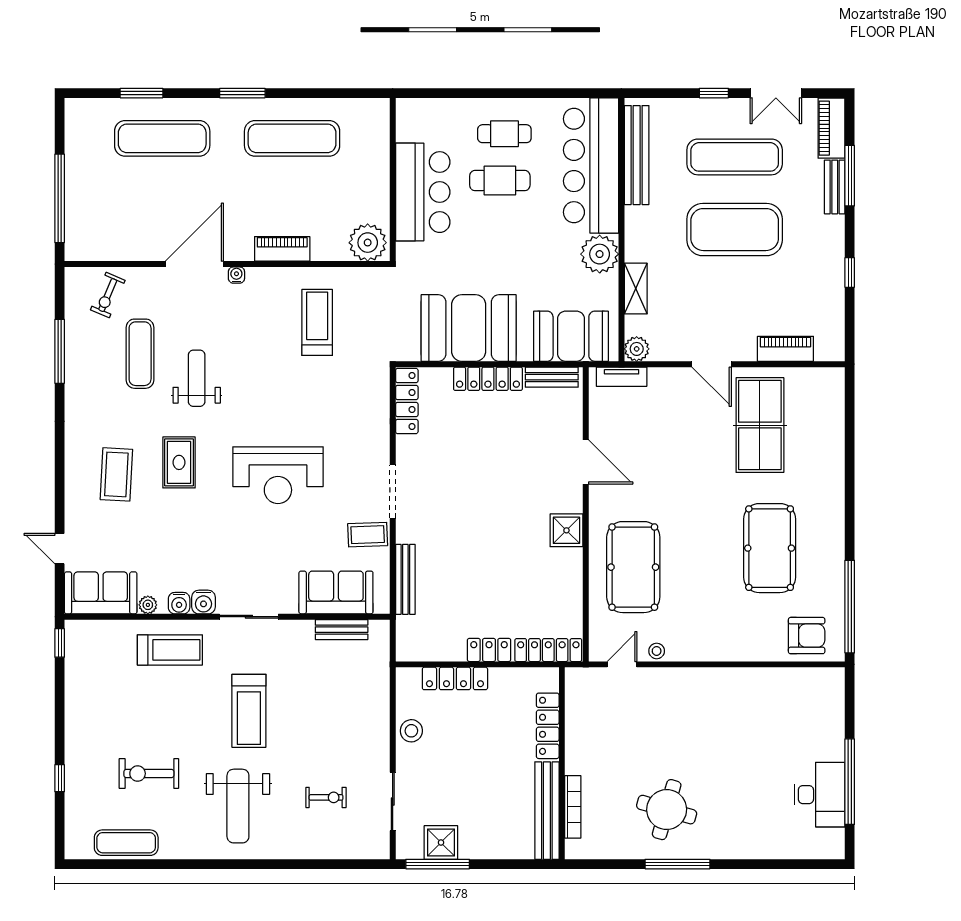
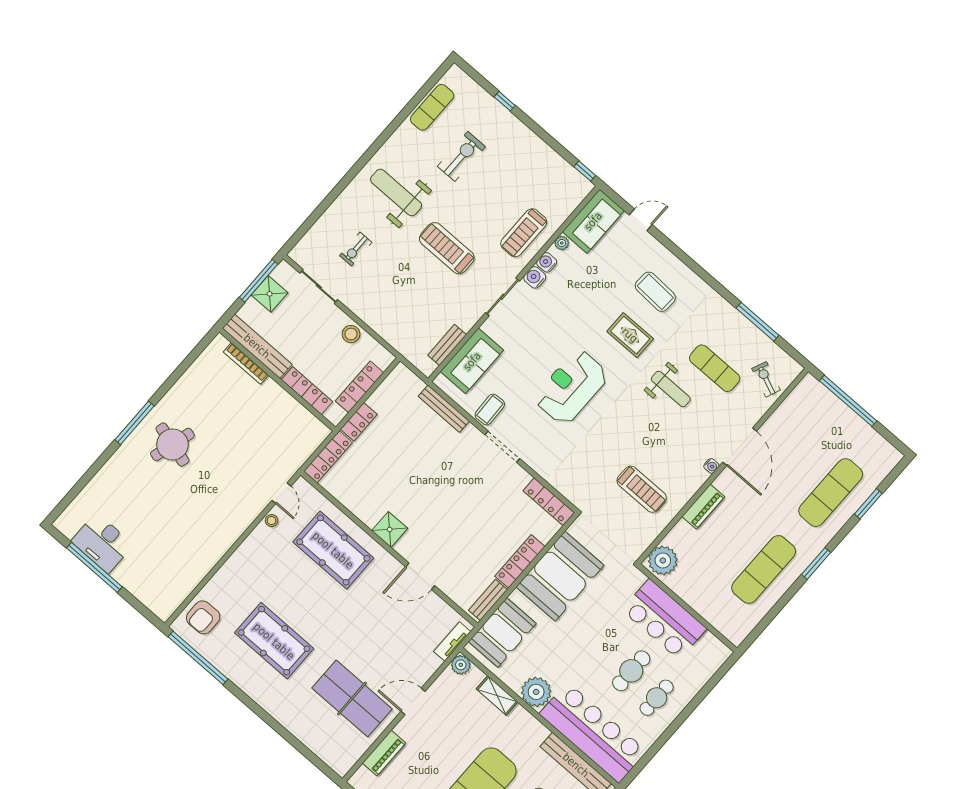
locker: (548, 726) -> (307, 391), moved
wall: (562, 763) -> (277, 380), moved
bookcase: (573, 807) -> (246, 363), moved
bench: (547, 811) -> (257, 346), moved

